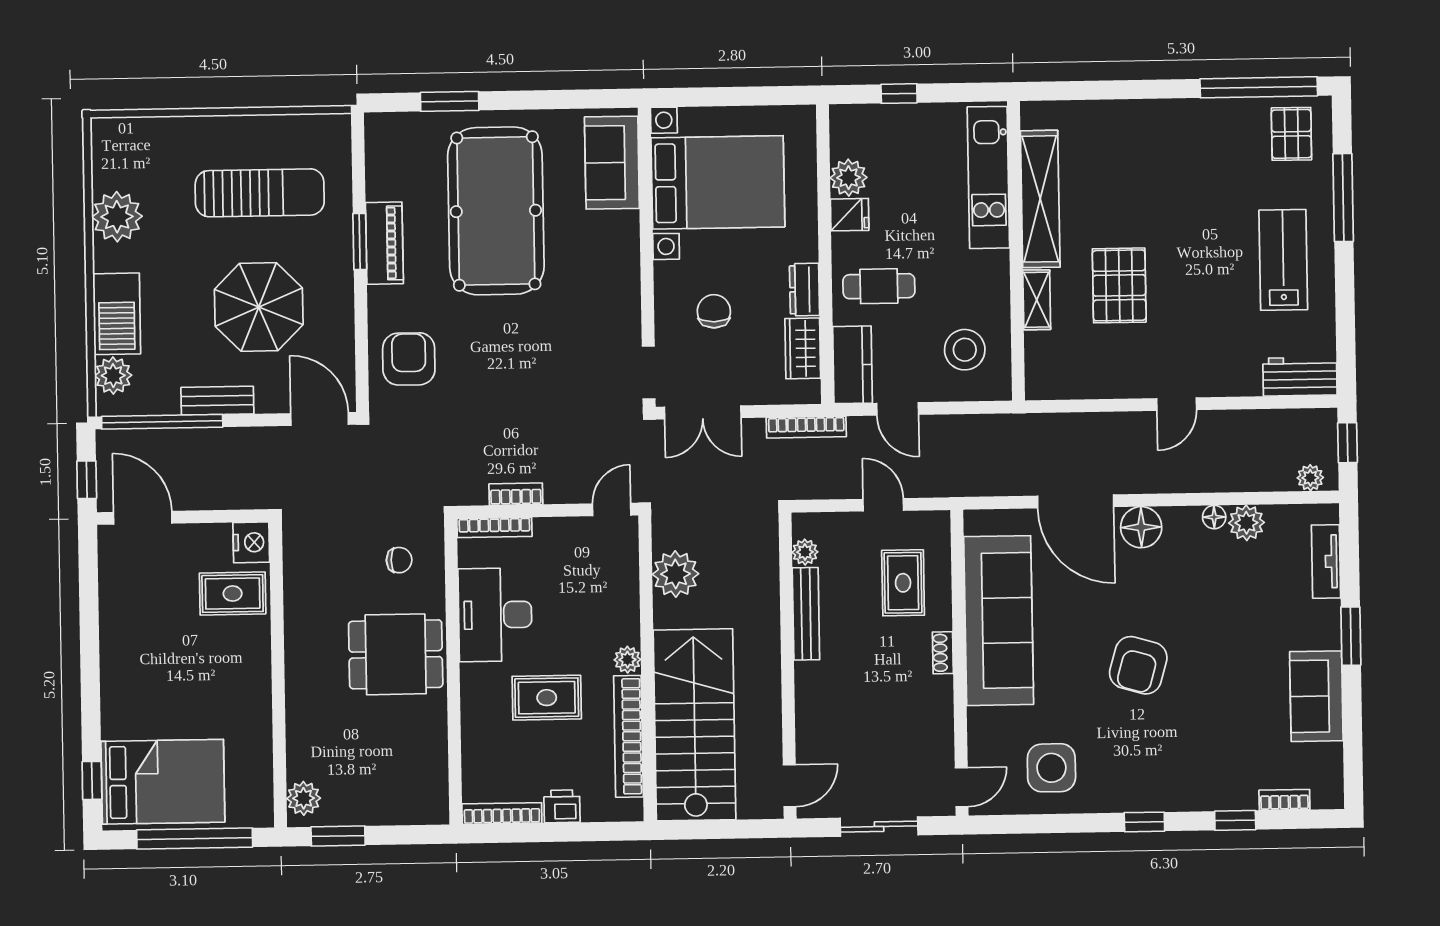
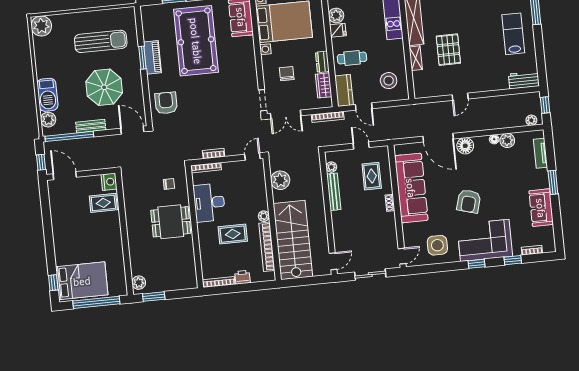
plant: (117, 217) -> (41, 26), moved
door: (1177, 404) -> (460, 97), moved
corner sofa: (1170, 766) -> (485, 240), added

